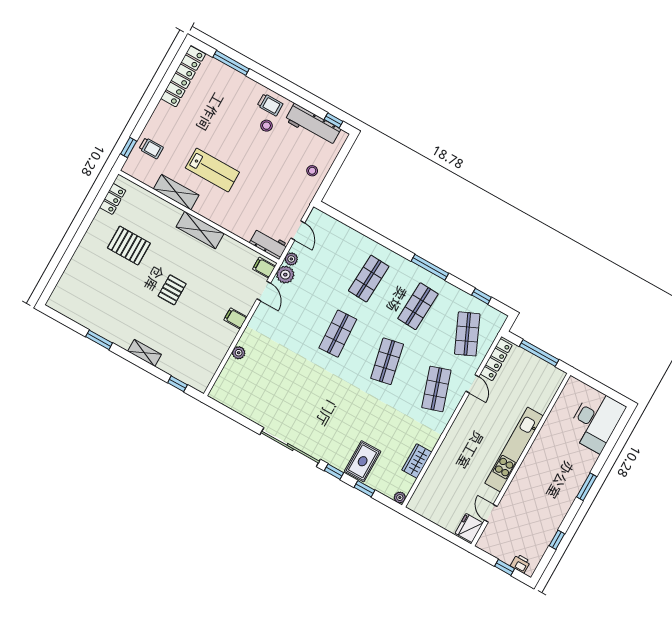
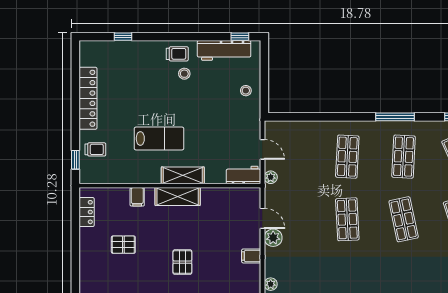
window: (231, 63) -> (123, 37), width x0.46
locker: (183, 76) -> (88, 98), moved
shelving: (176, 192) -> (183, 175), moved
pallet: (129, 246) -> (123, 245), width x0.67, depth x0.71
filing cabinet: (264, 268) -> (137, 197), moved, turned -90
plant: (285, 275) -> (273, 238), moved

